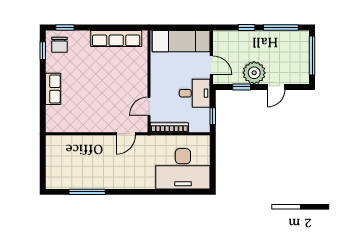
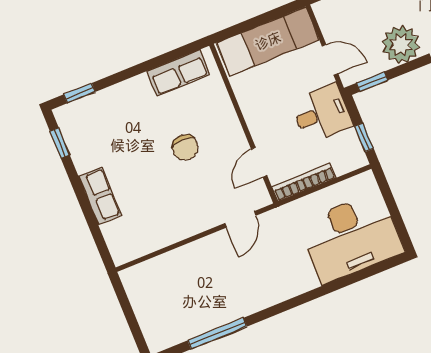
row of seats: (116, 38) -> (178, 73), width x0.68
chair: (59, 45) -> (185, 147), moved
window: (242, 87) -> (372, 82), moved

